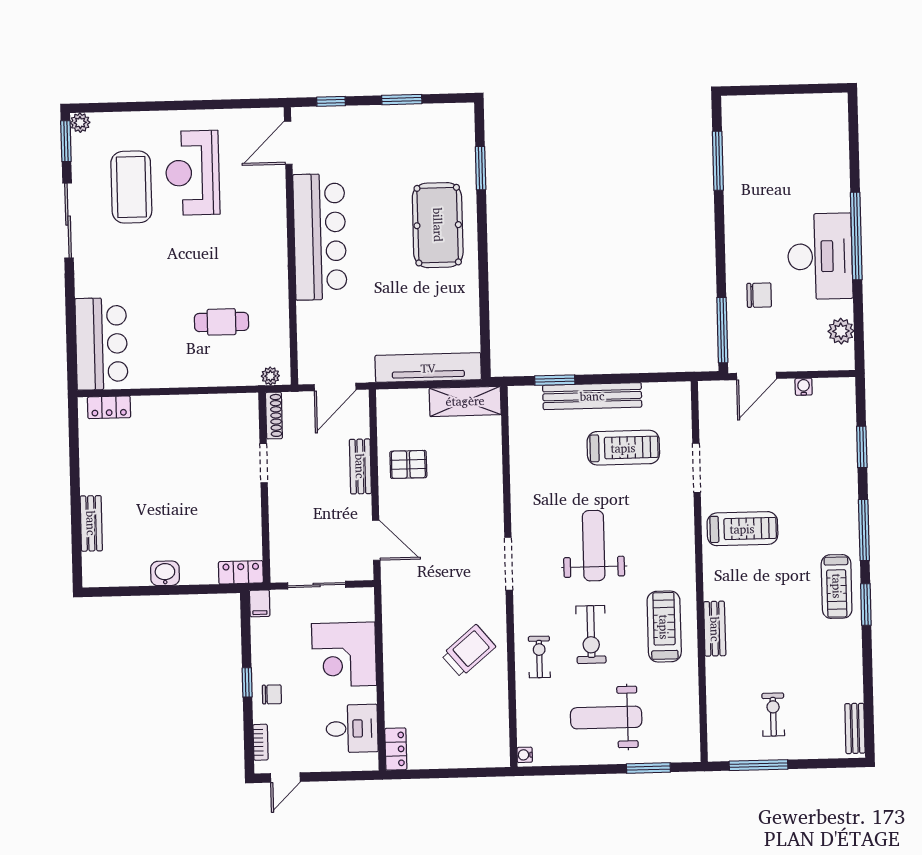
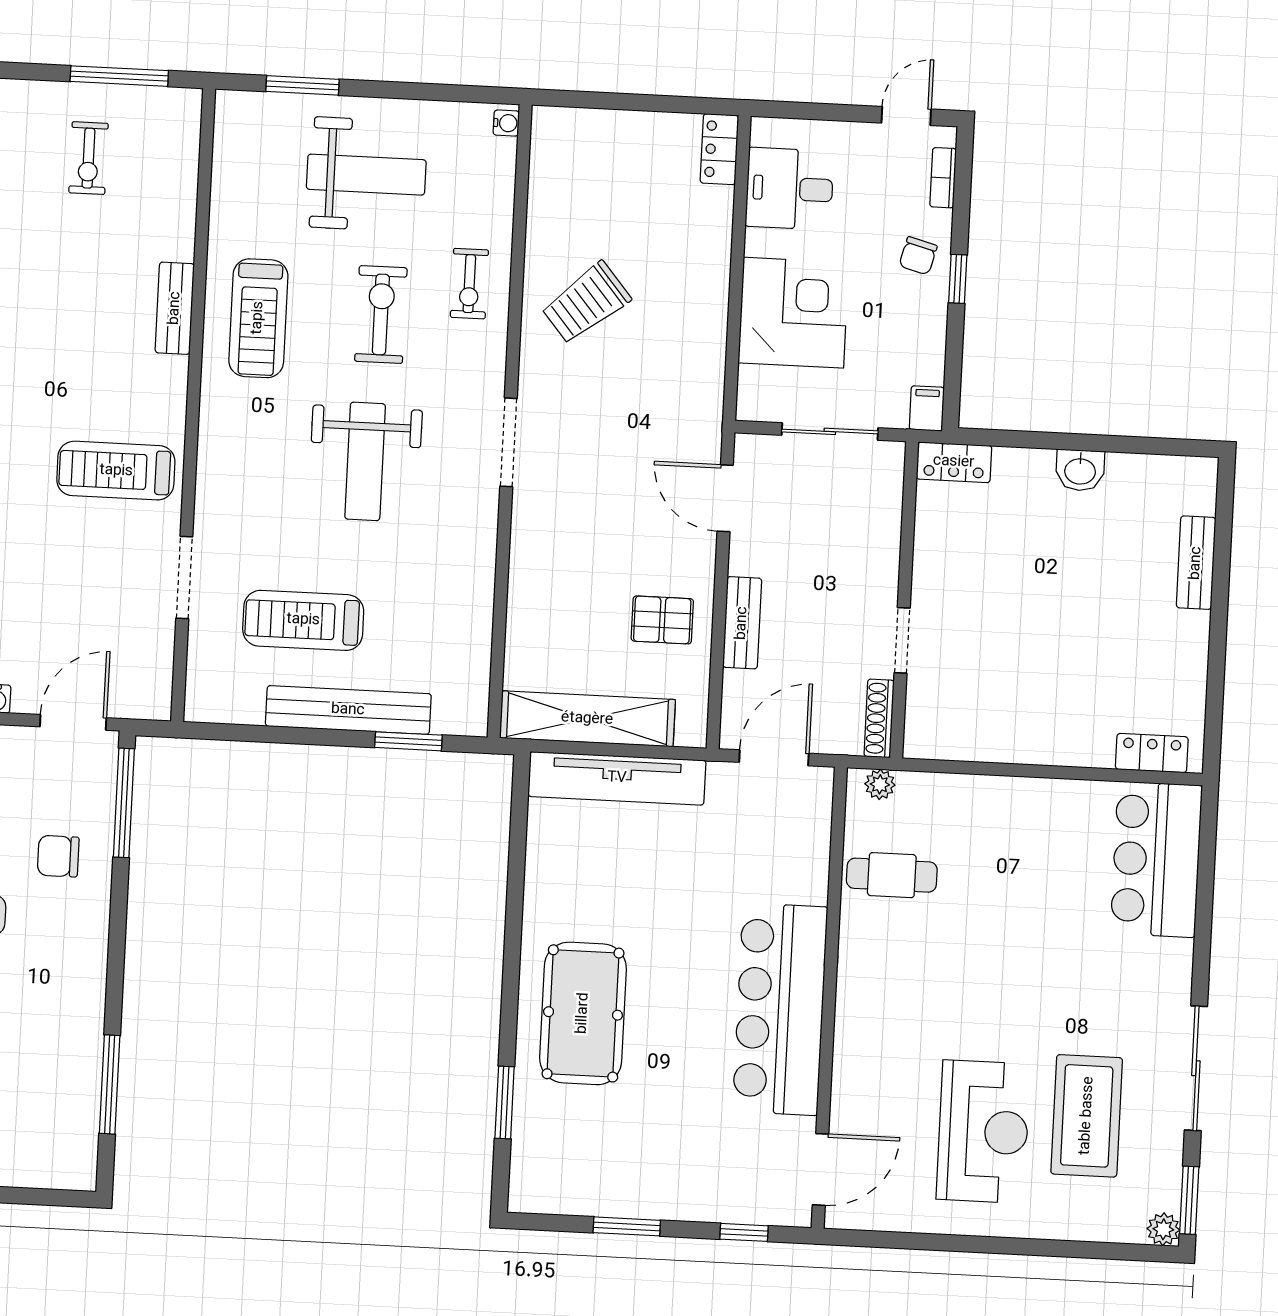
cafe table: (222, 322) -> (892, 875), moved
shelving: (465, 401) -> (587, 719), width x1.47
chair: (272, 694) -> (918, 256), turned -75

